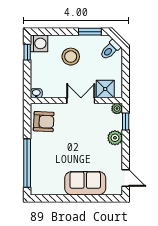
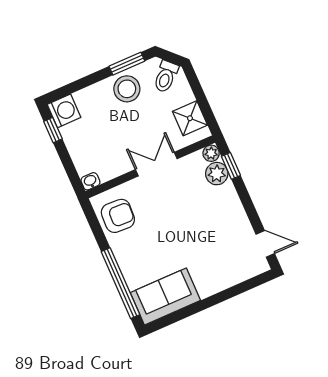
stool: (71, 57) -> (127, 89), moved
shower: (105, 89) -> (190, 118), moved
plant: (115, 138) -> (217, 174), moved
sofa: (85, 183) -> (165, 296), moved

